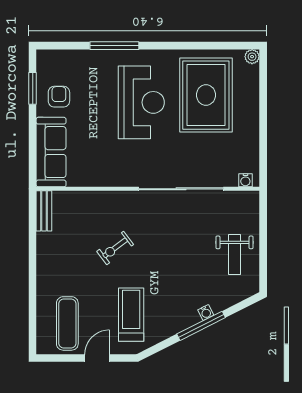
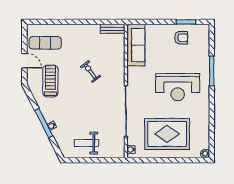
rug: (206, 95) -> (167, 134), moved
sofa: (51, 152) -> (136, 45), moved, turned -90
treadmill: (131, 315) -> (50, 81), turned -90

